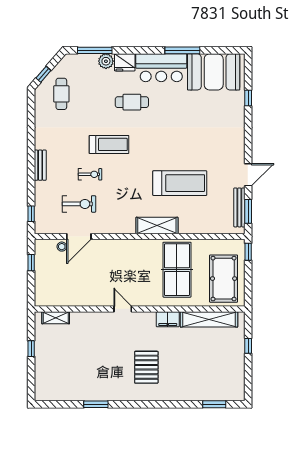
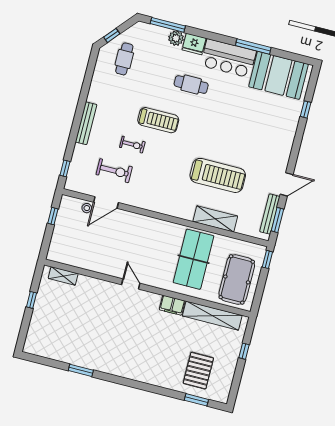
bench: (40, 165) -> (86, 123), width x1.36
shelving: (157, 226) -> (215, 219), moved
pallet: (146, 367) -> (198, 371), moved

